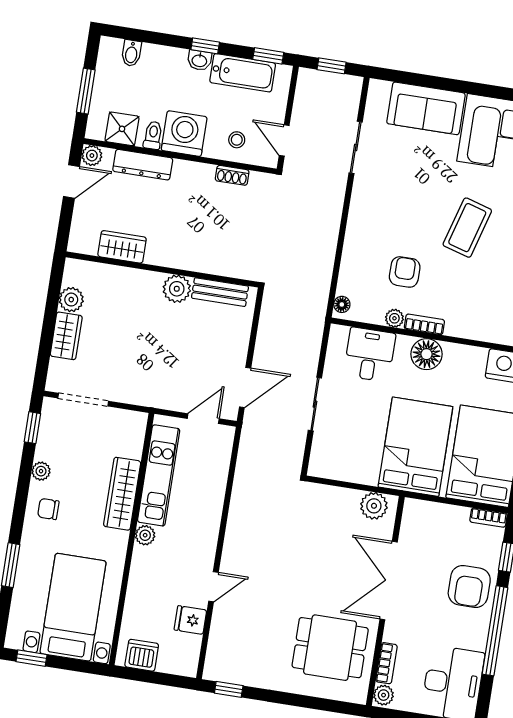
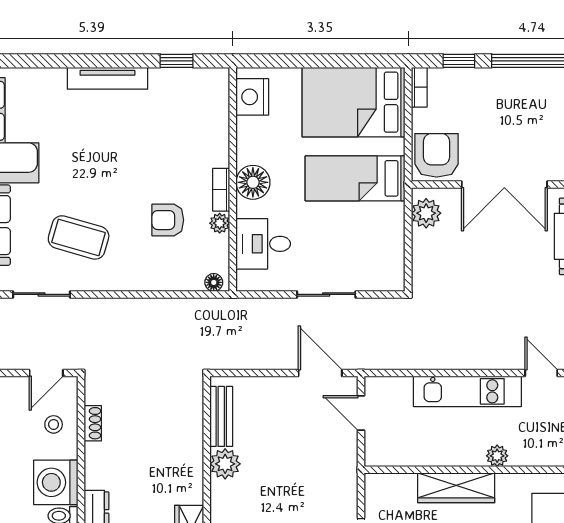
coffee table: (467, 228) -> (79, 237), moved
bed: (415, 447) -> (355, 178), width x0.67
kitchen unit: (159, 475) -> (467, 391), moved, turned 180
armchair: (469, 586) -> (437, 155), moved, turned -90

